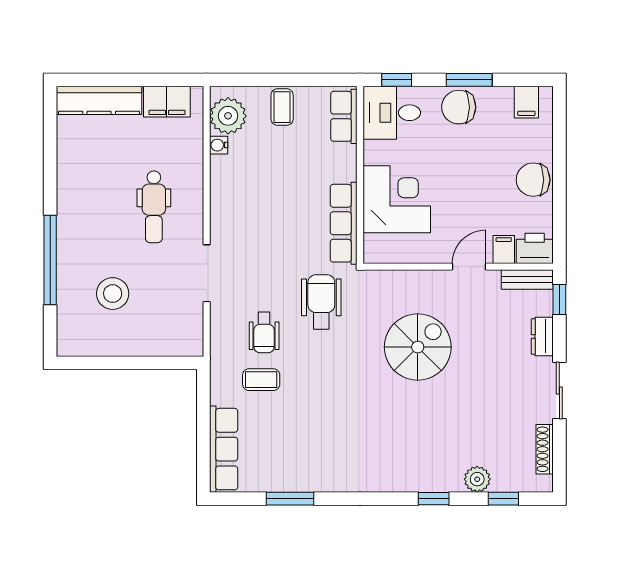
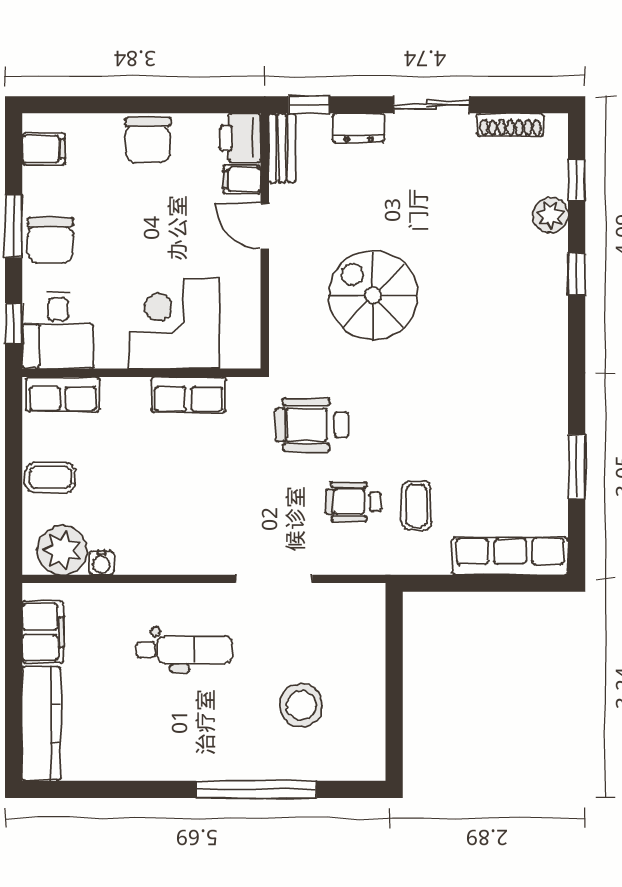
row of seats: (344, 223) -> (189, 395), width x0.68
wheelchair: (264, 332) -> (353, 502), turned 180

